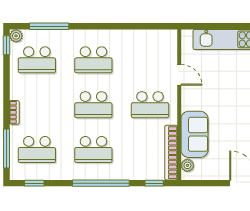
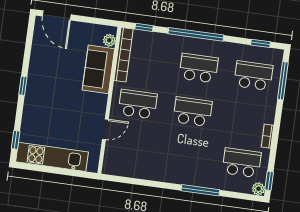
window: (49, 26) -> (200, 190), moved
school desk: (93, 60) -> (187, 155), removed
door: (179, 75) -> (105, 129), swing flipped
bookcase: (14, 112) -> (267, 136), moved

